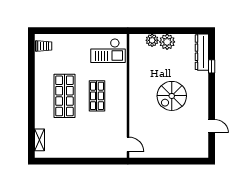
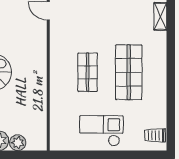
checkout: (108, 51) -> (101, 131), moved

